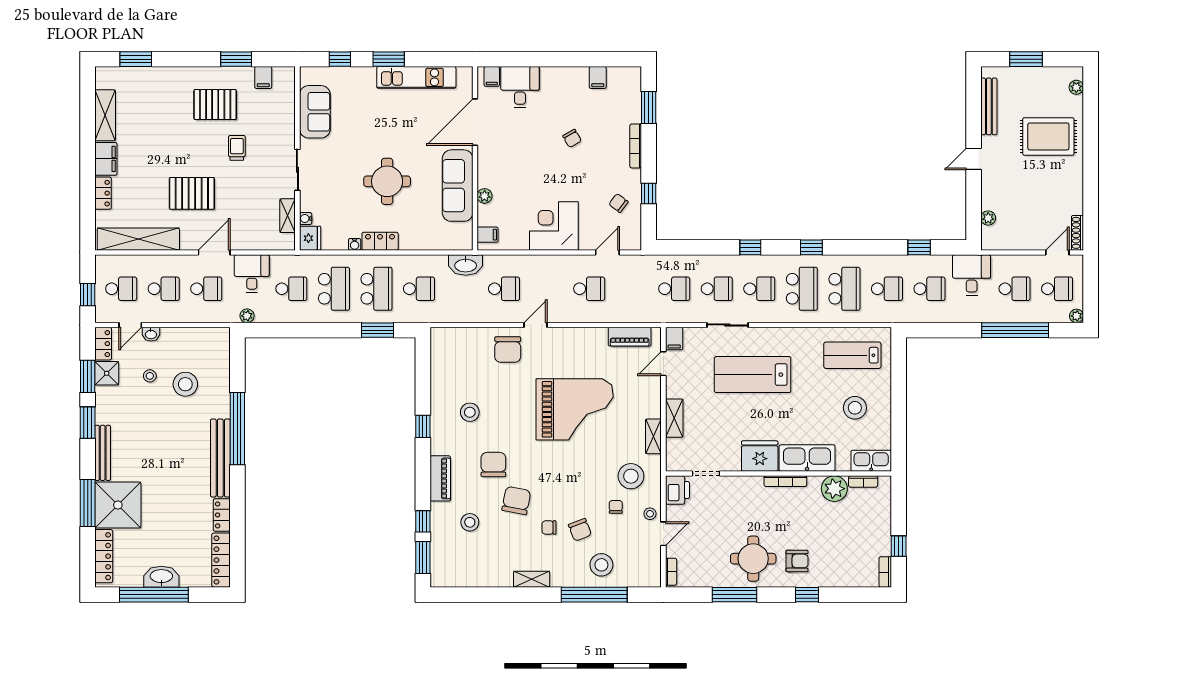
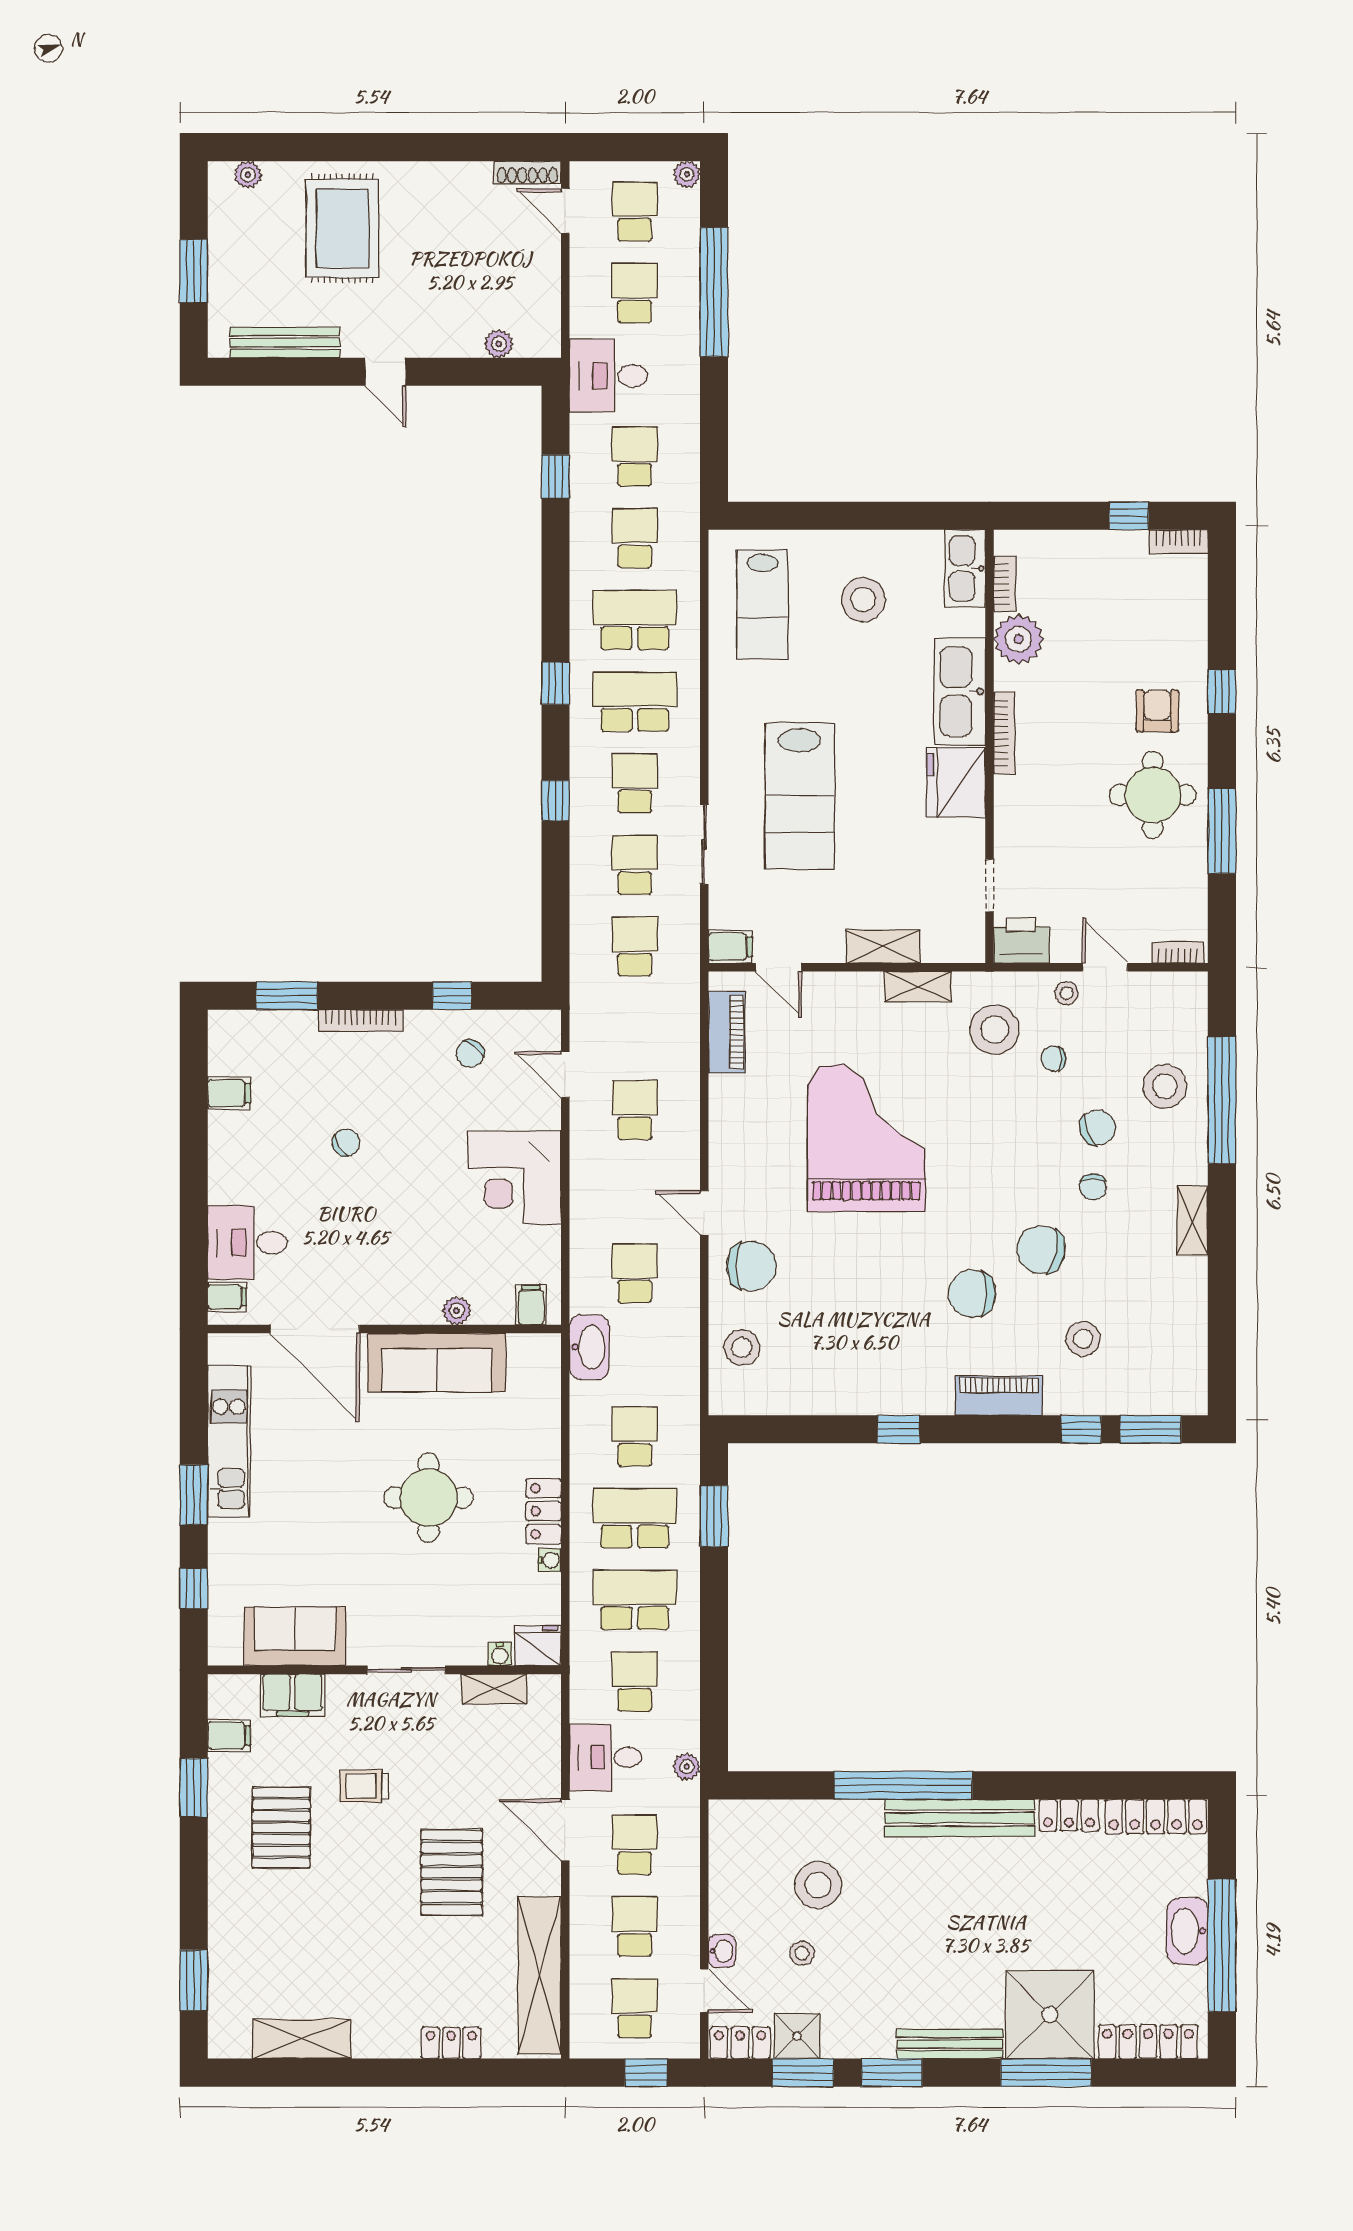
filing cabinet: (106, 159) -> (293, 1695), moved, turned 180
stool: (470, 412) -> (742, 1348), moved

